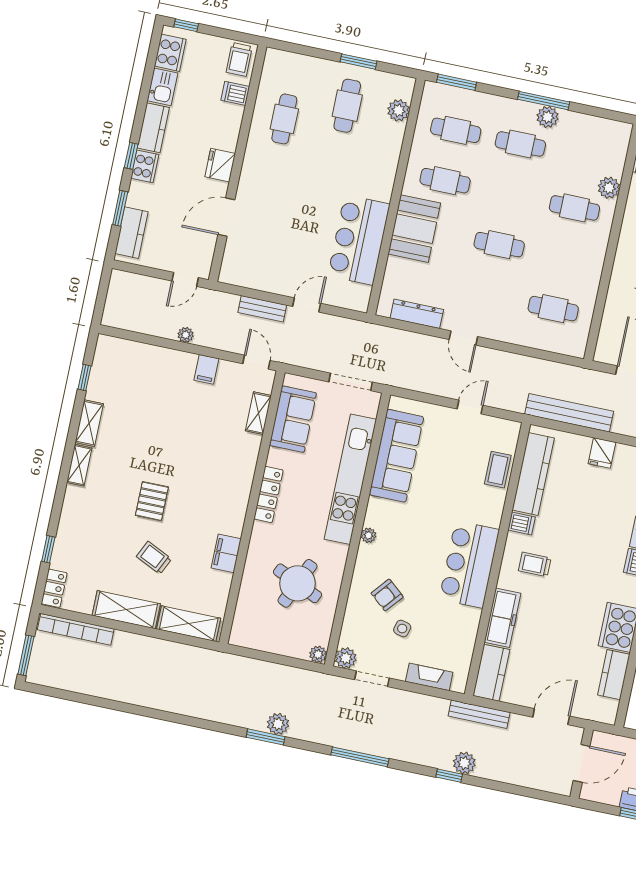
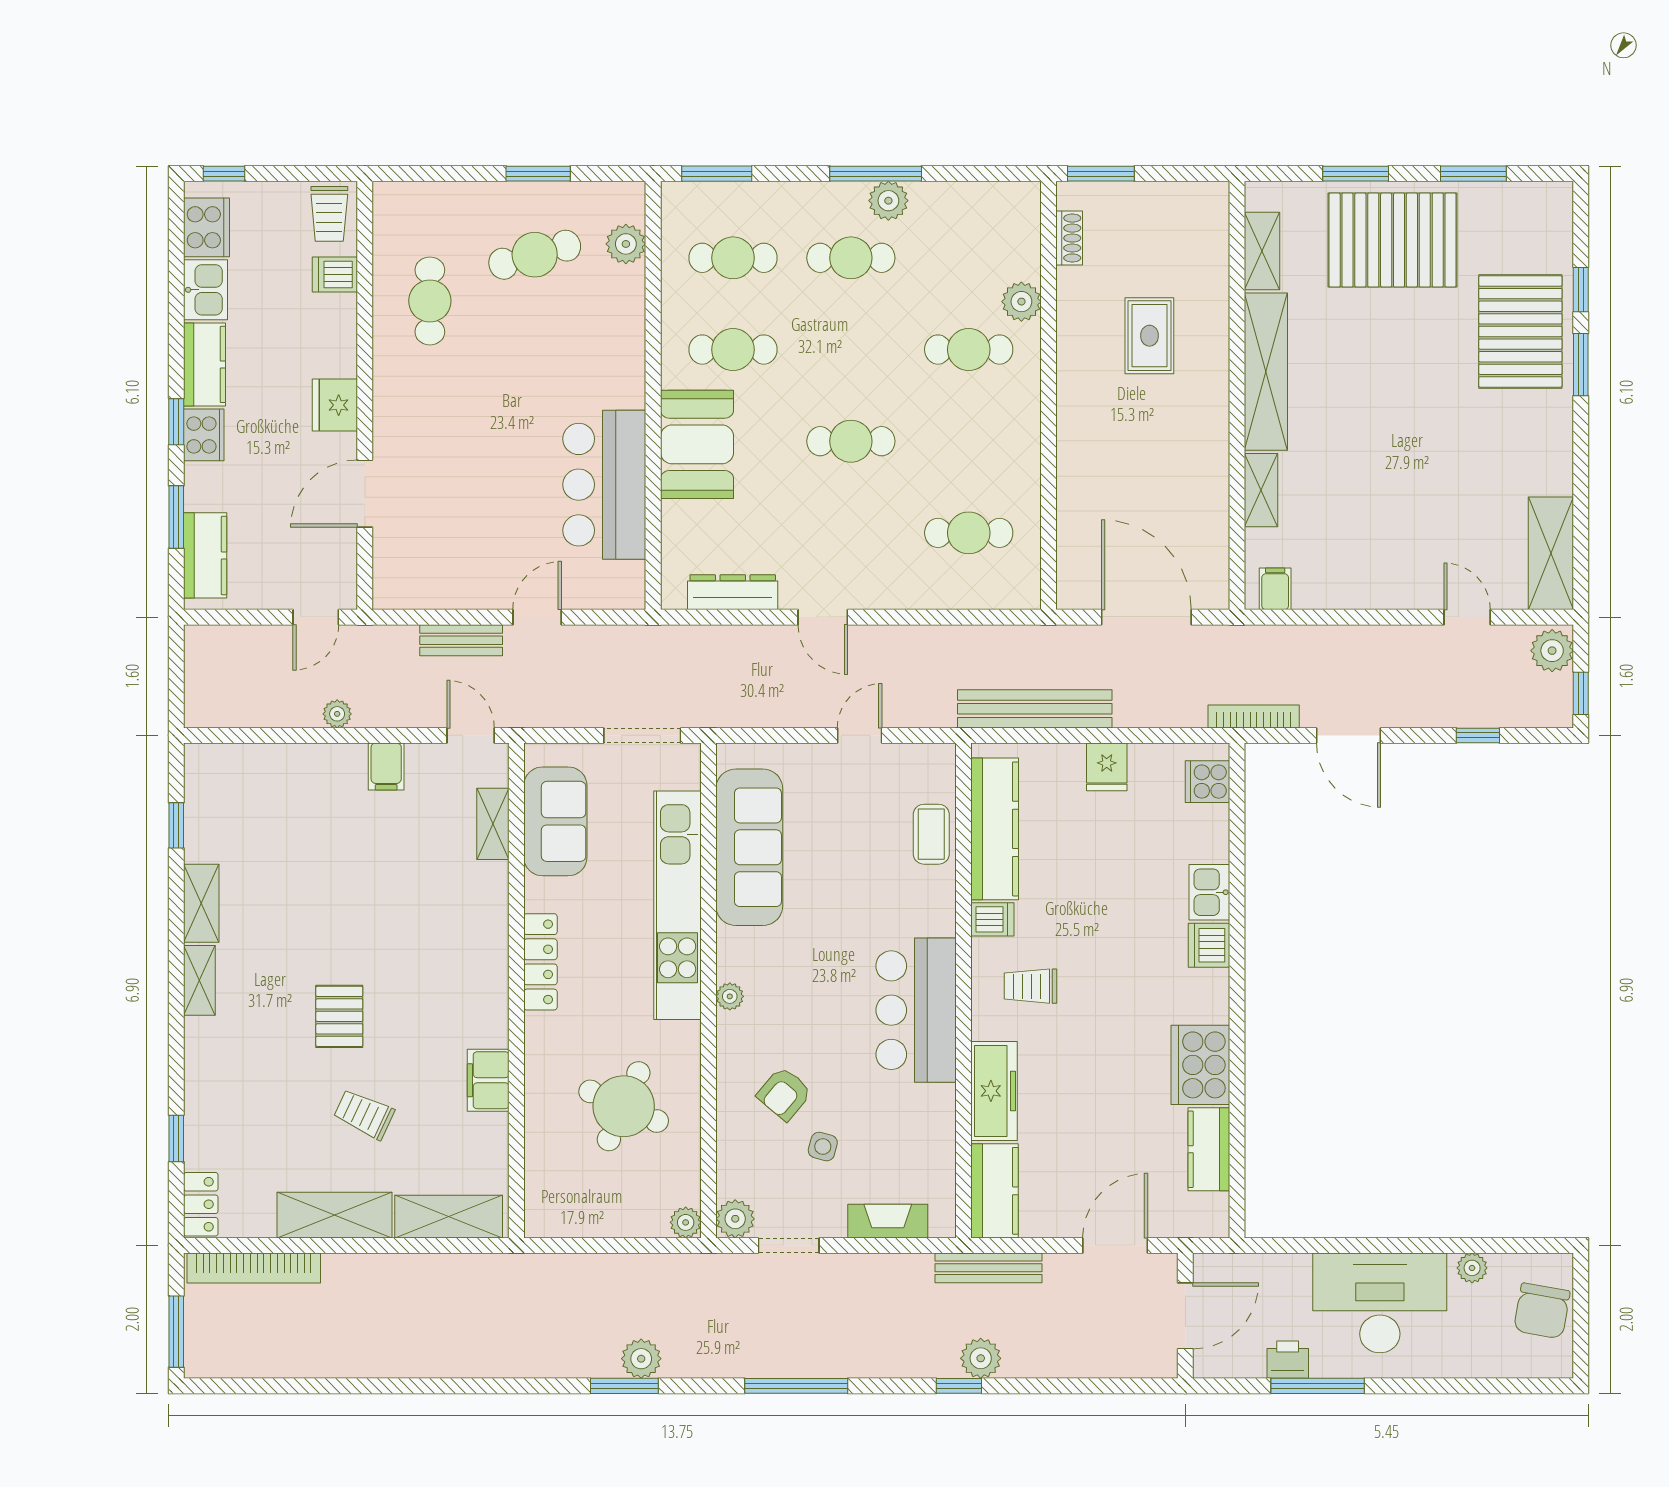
cafe table: (347, 106) -> (535, 255), turned 74

